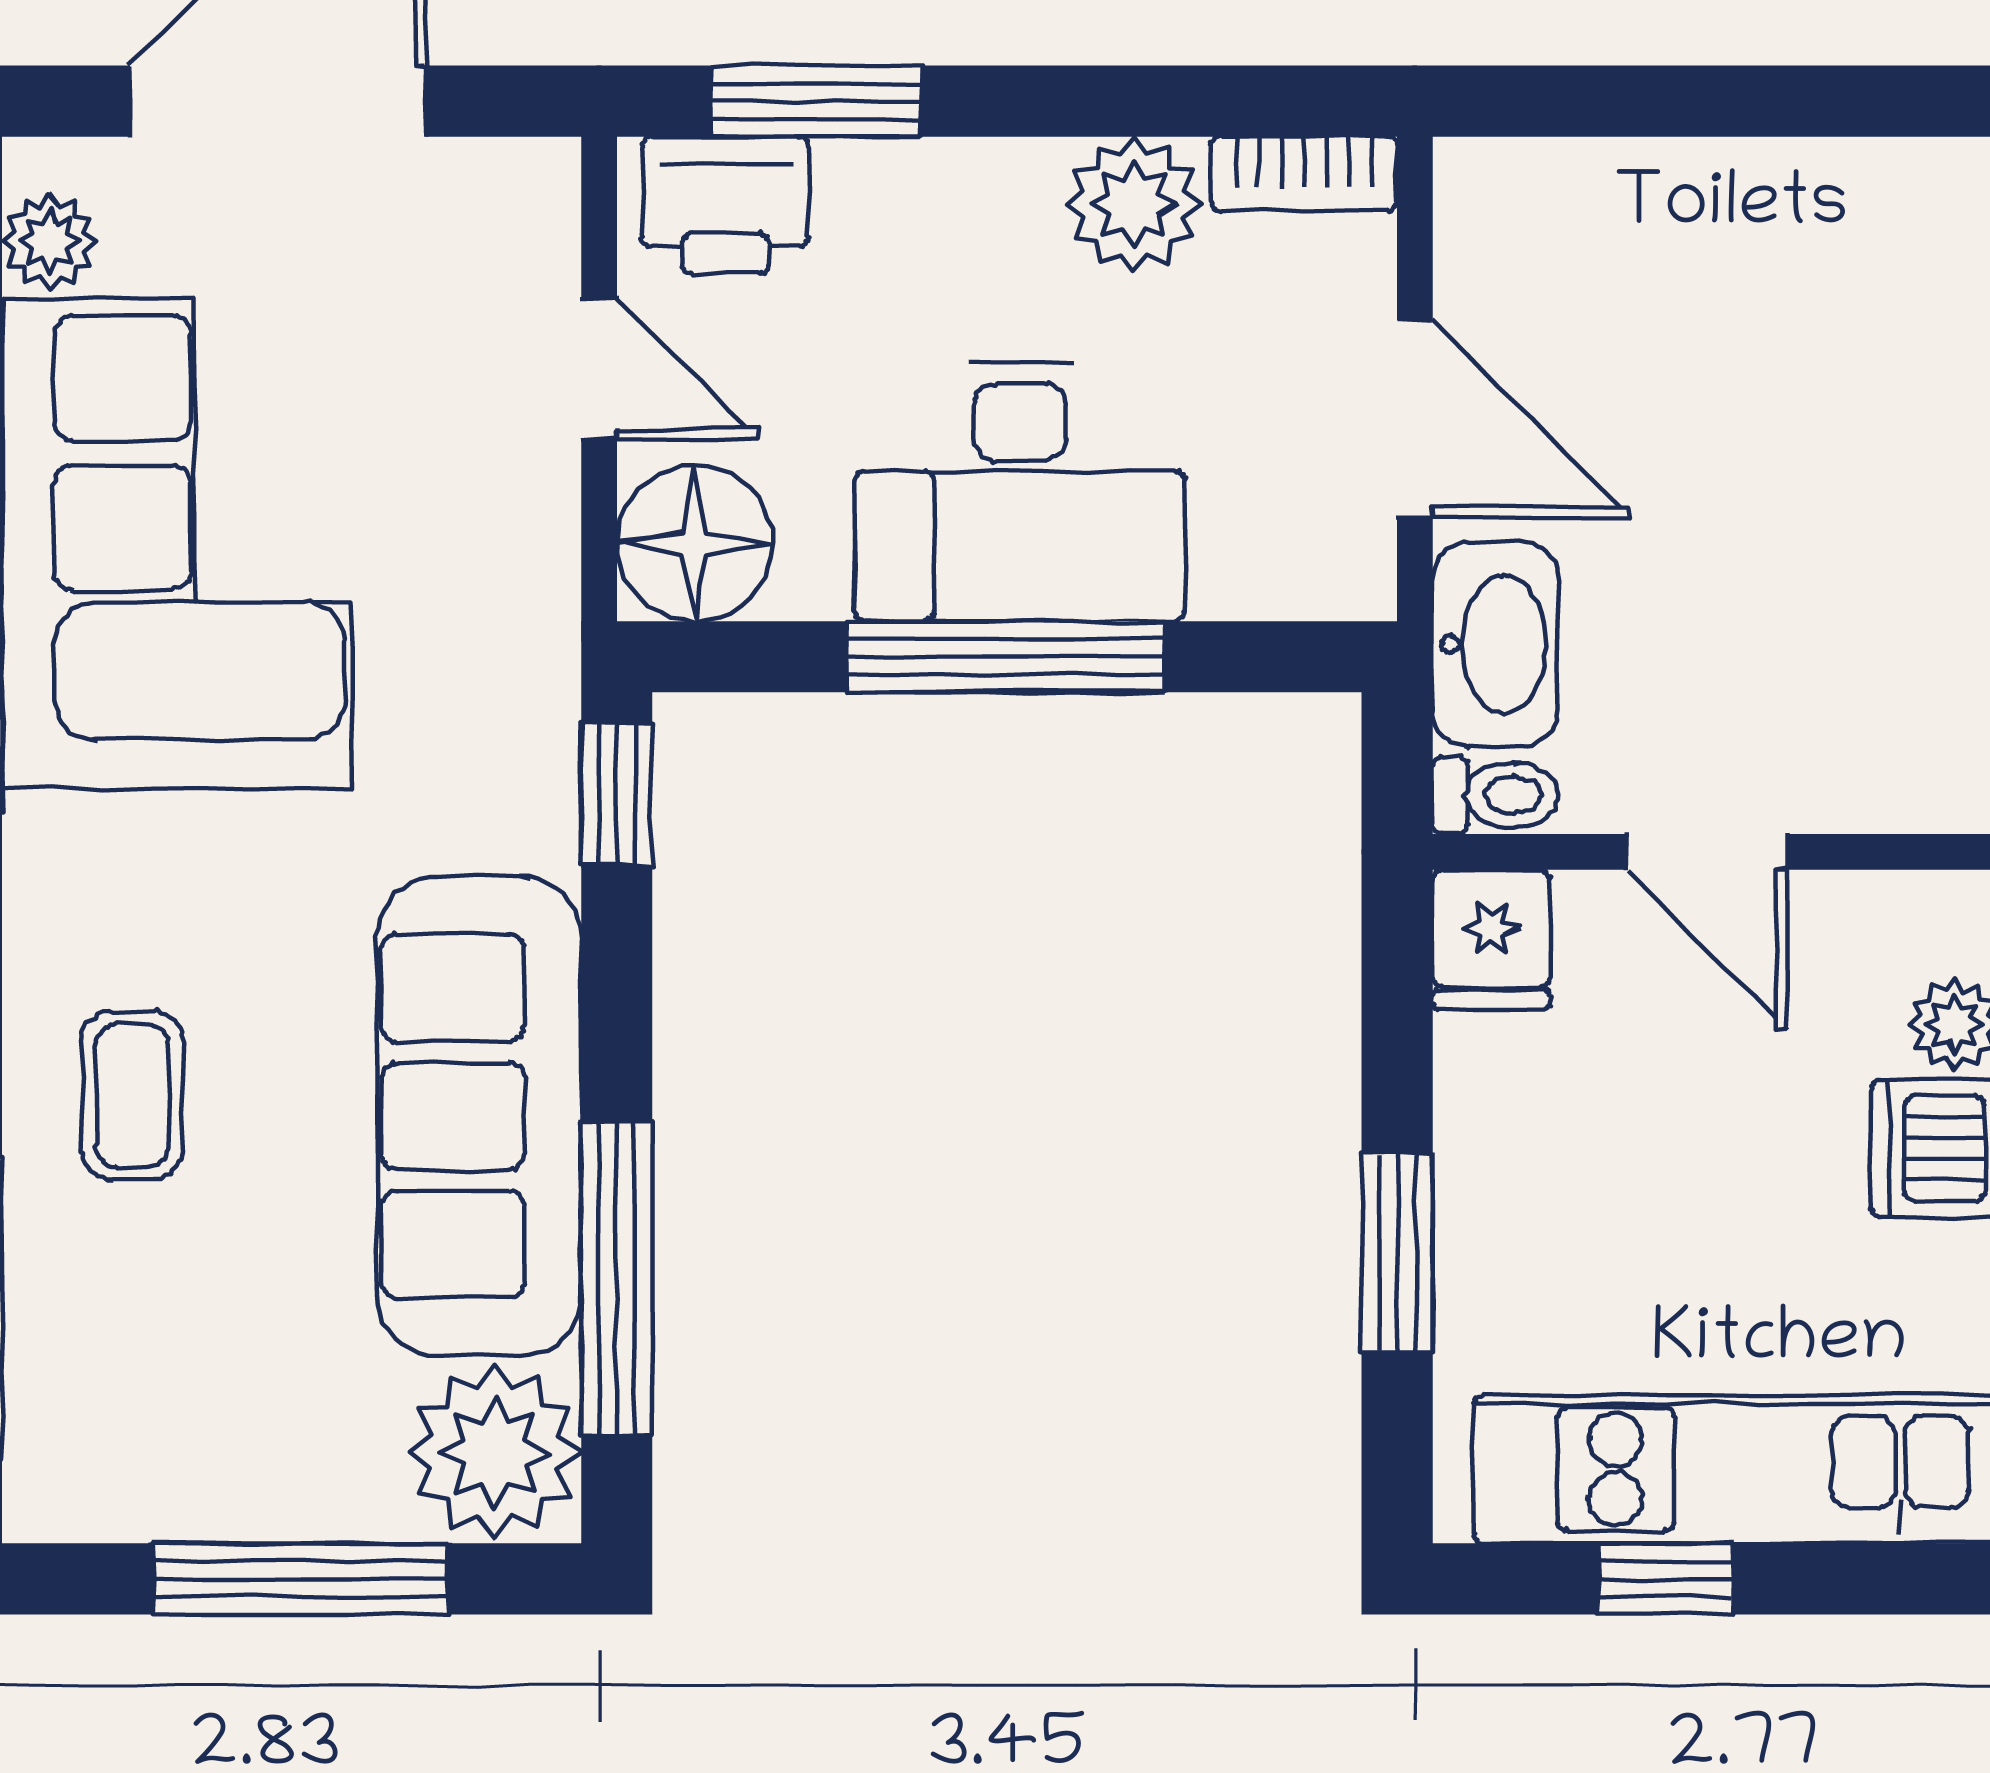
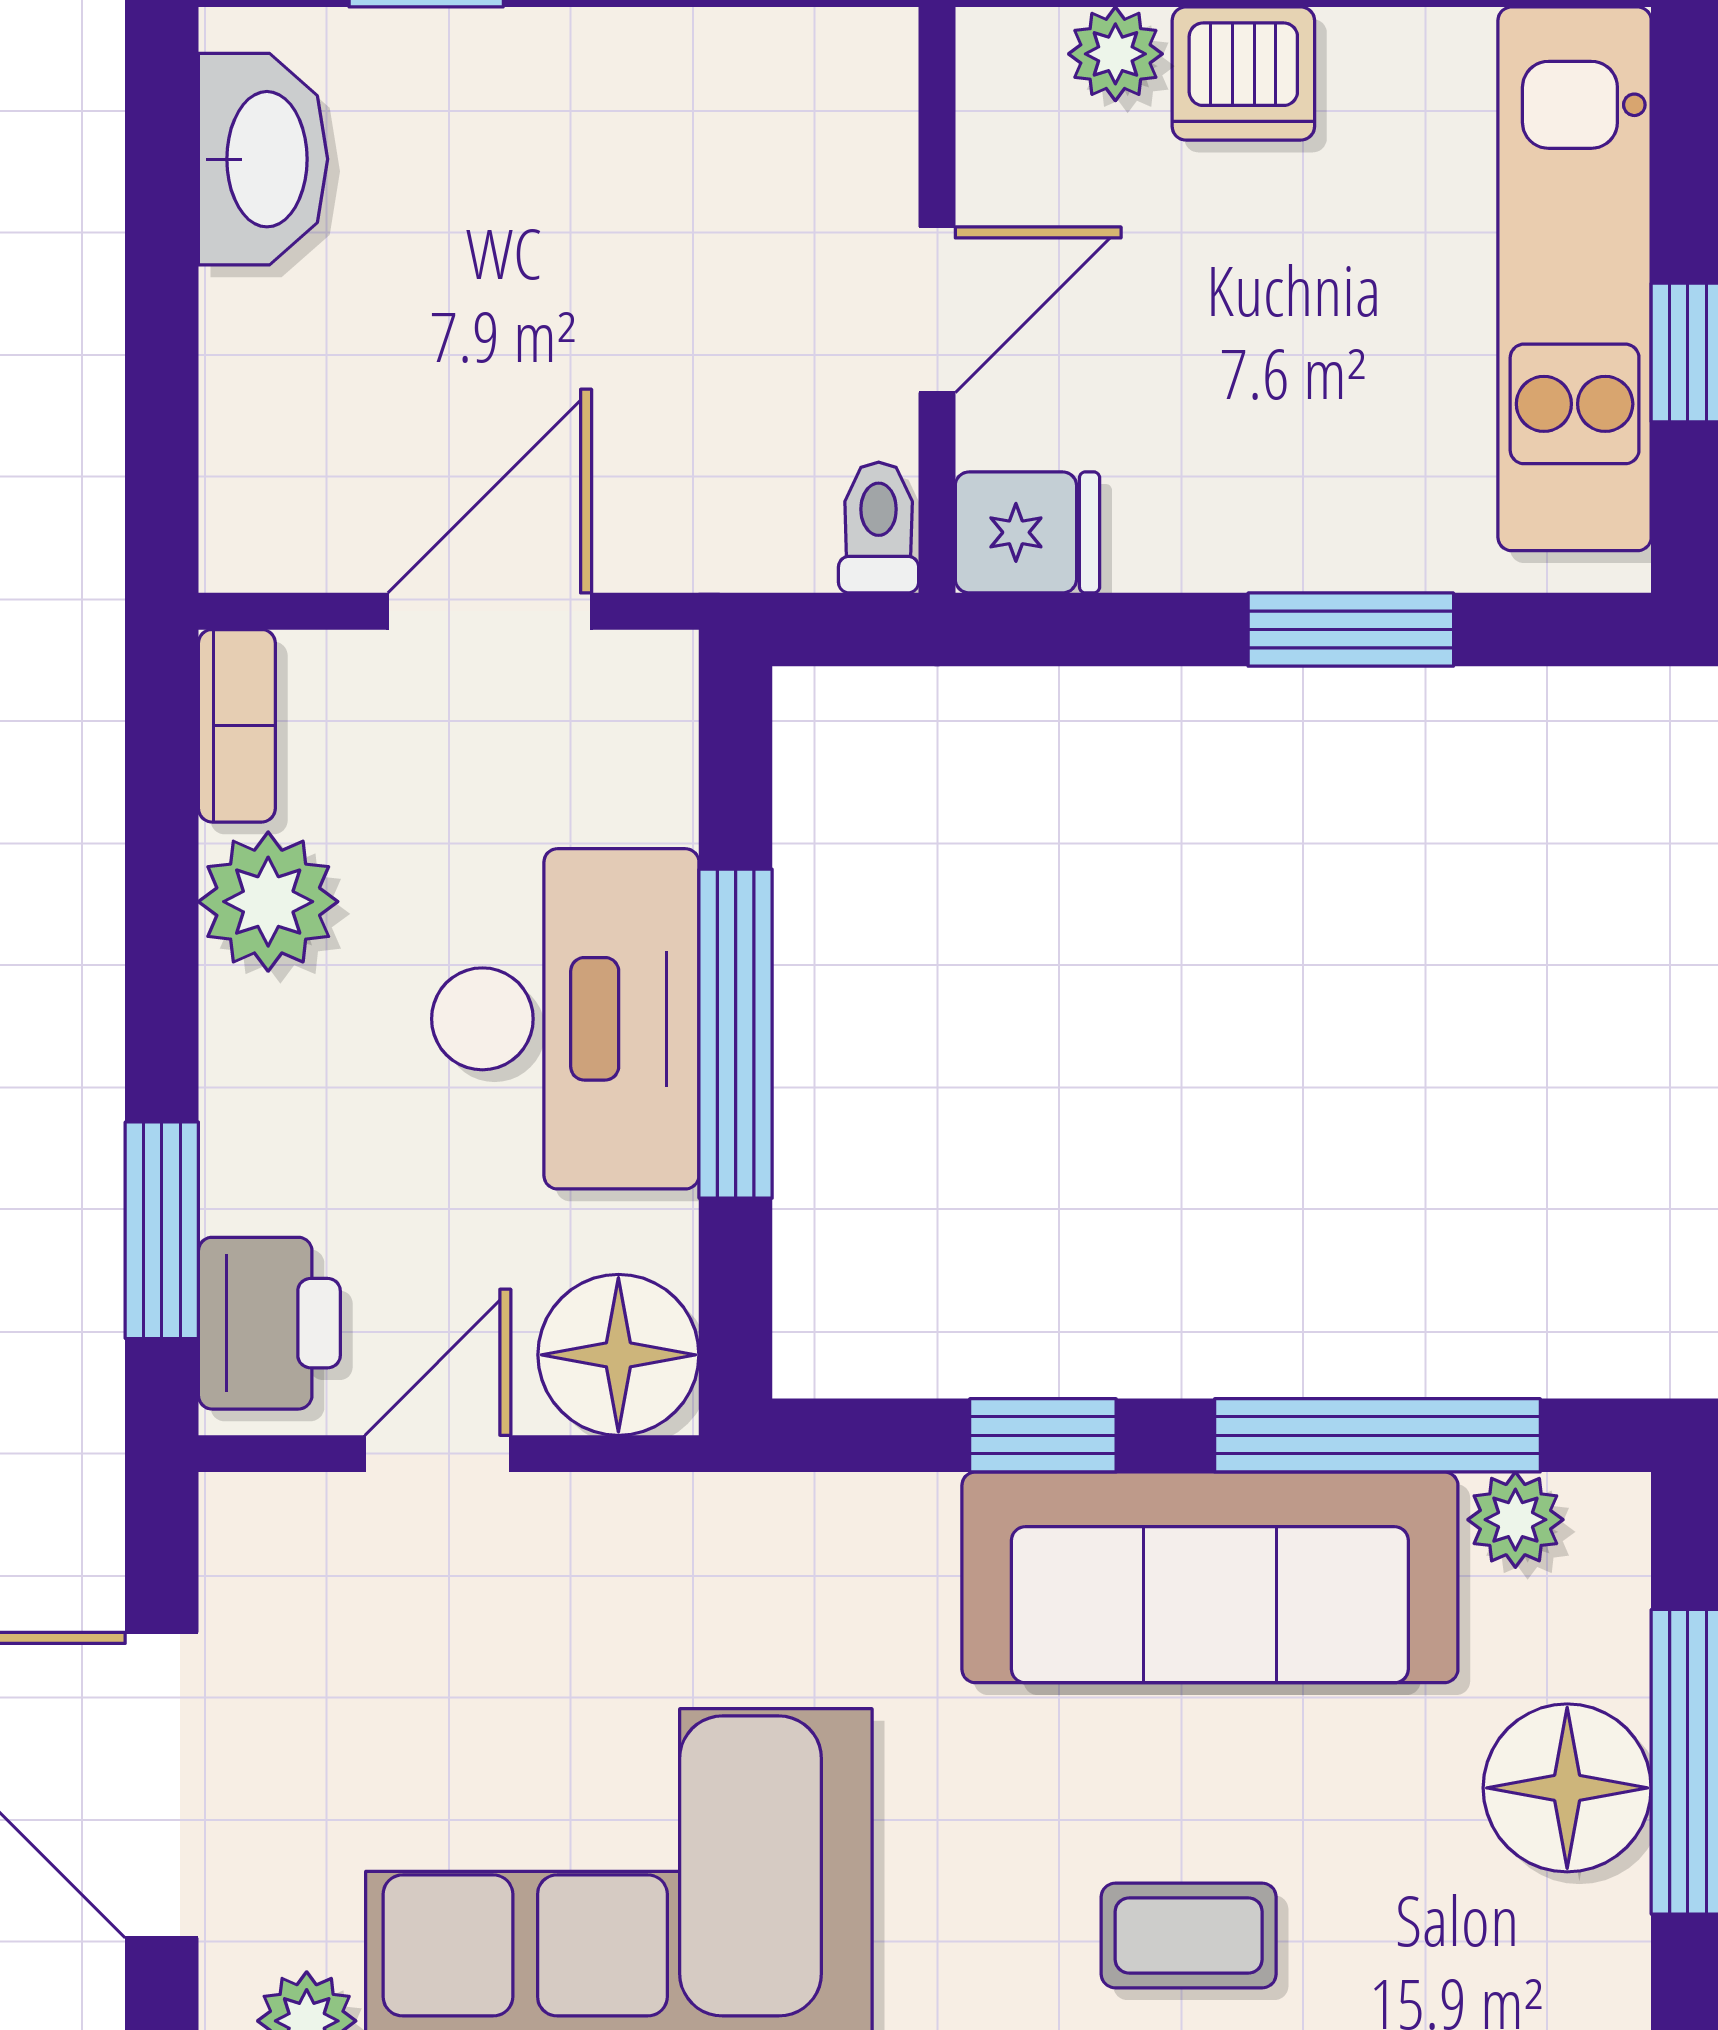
washbasin: (1495, 644) -> (263, 159), moved, turned 90
window: (617, 794) -> (1043, 1435), moved
plant: (495, 1452) -> (1515, 1520), width x0.53, depth x0.53
floor lamp: (275, 1462) -> (1567, 1788), added

